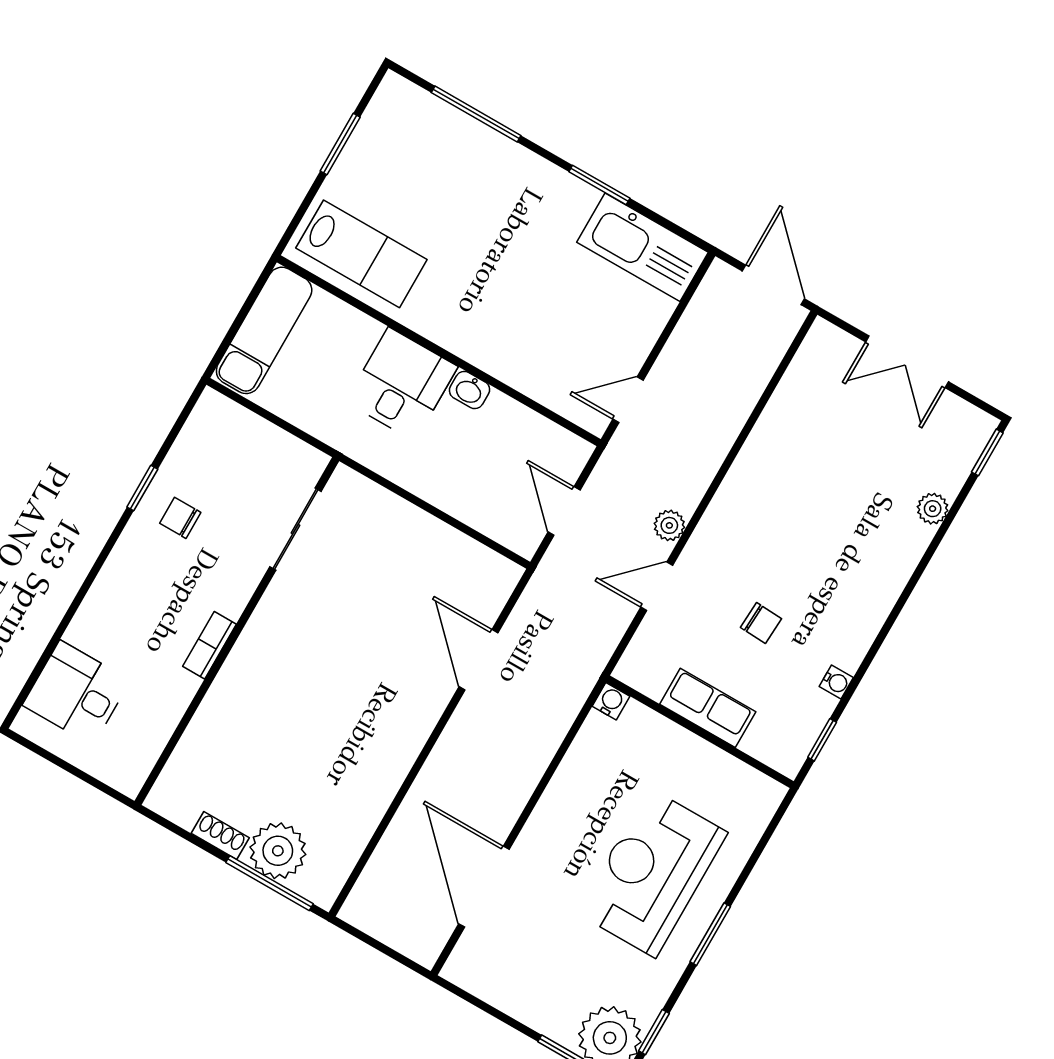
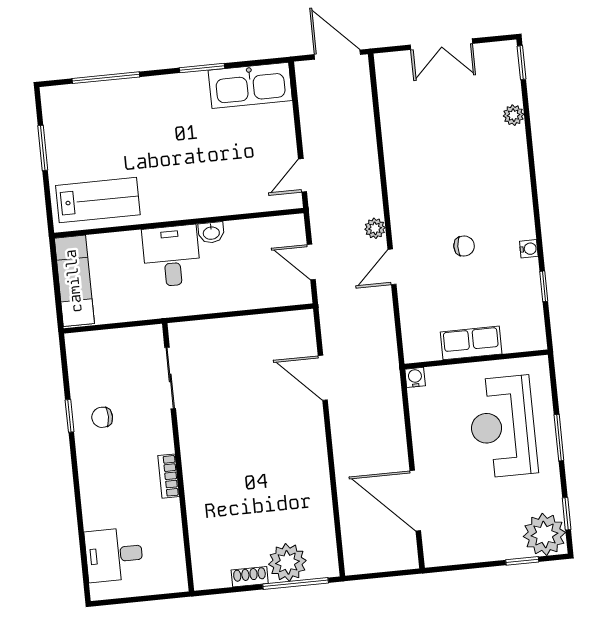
water cooler: (611, 701) -> (415, 377), moved
row of seats: (708, 708) -> (471, 343), moved
wall: (700, 732) -> (476, 359), moved

